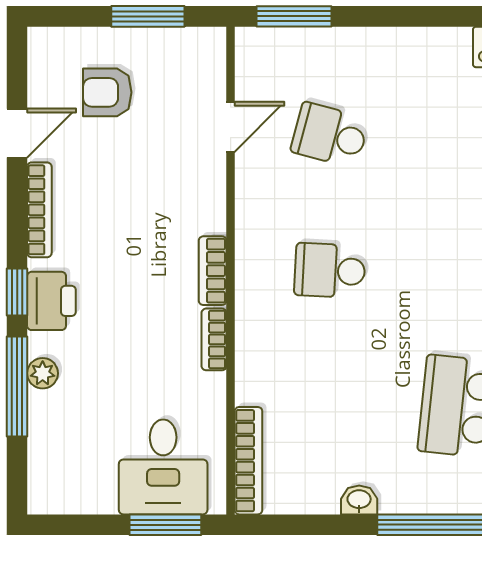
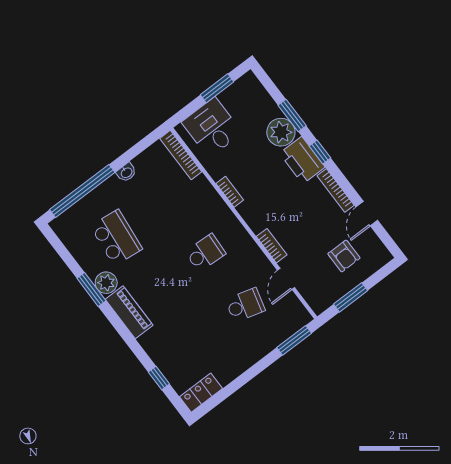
armchair: (107, 92) -> (344, 256), turned 90
bookcase: (213, 271) -> (272, 246), moved
printer: (51, 301) -> (302, 160), width x1.37, depth x1.19
plant: (43, 373) -> (281, 132), width x1.87, depth x1.87
window: (17, 387) -> (292, 116), width x0.69
window: (165, 525) -> (217, 88), moved

